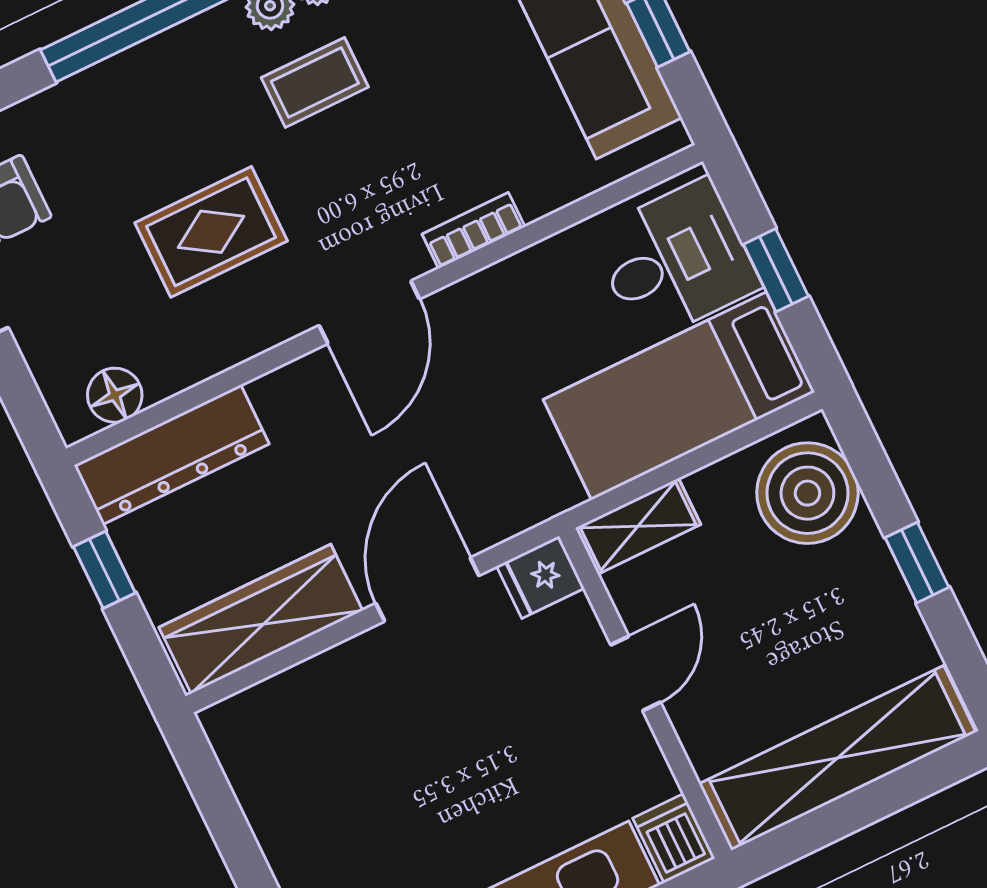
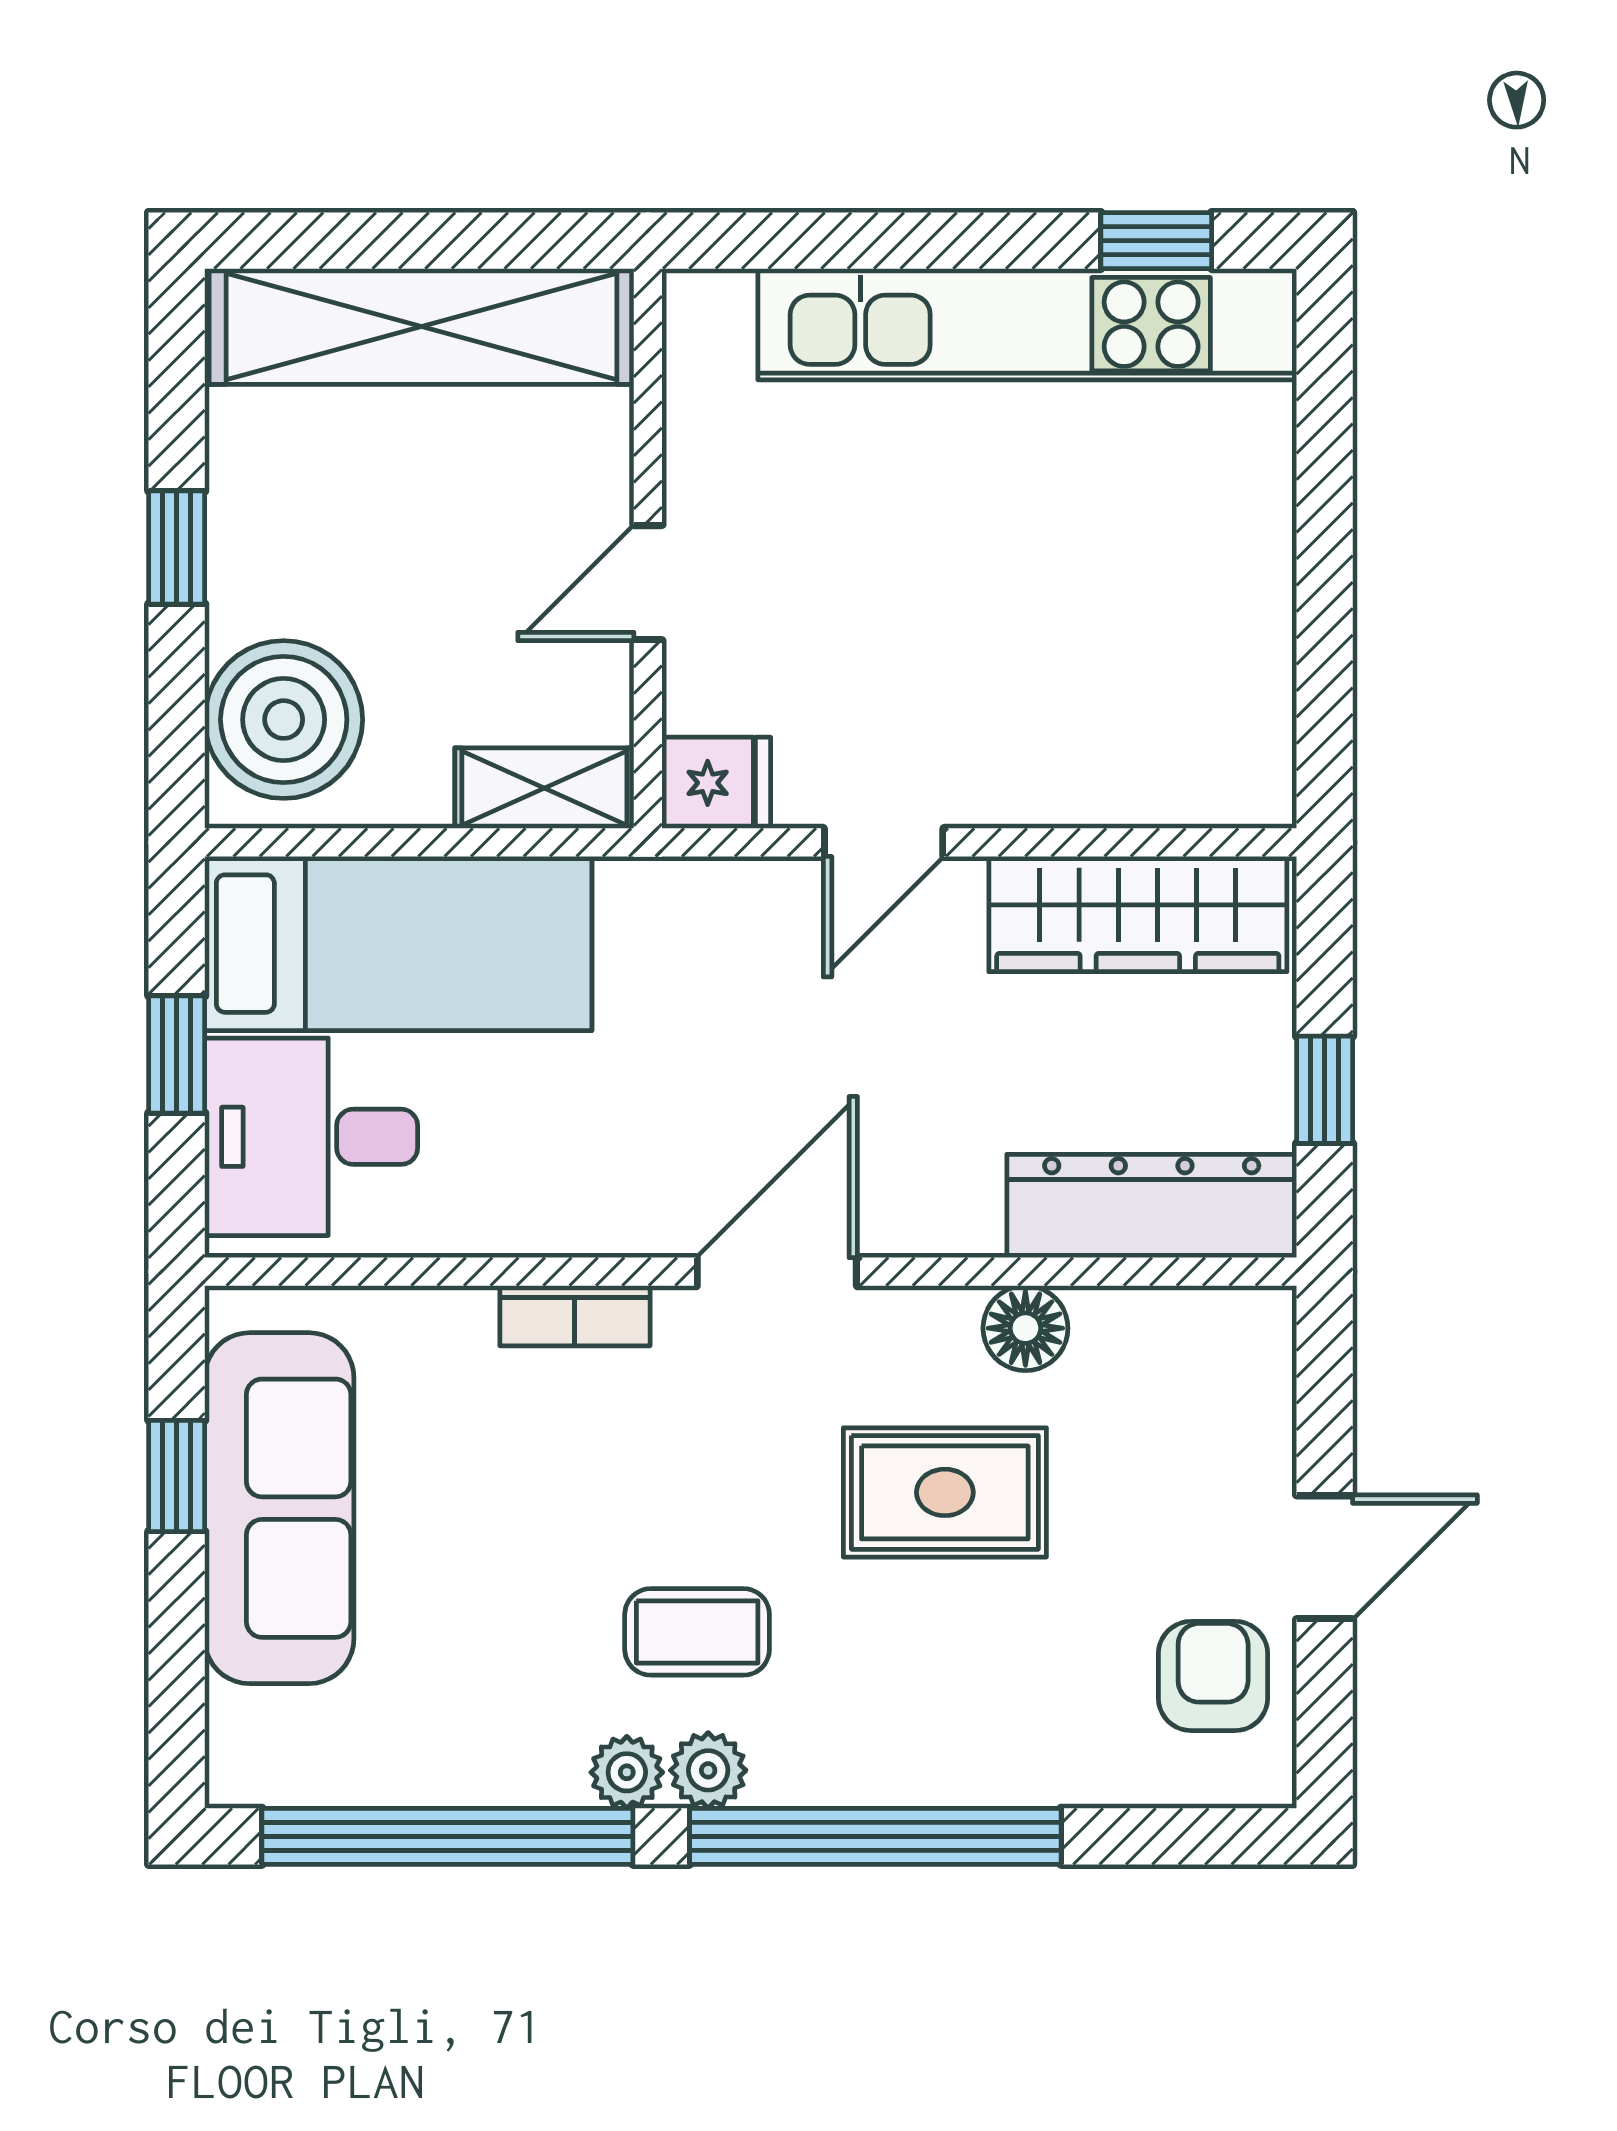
floor lamp: (115, 395) -> (1025, 1328), moved
door: (427, 589) -> (884, 842), width x0.73
dishwasher: (674, 838) -> (707, 325), removed

